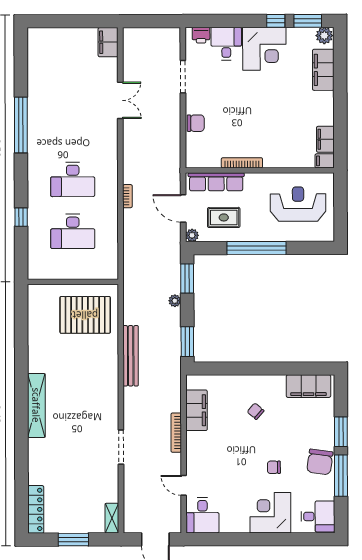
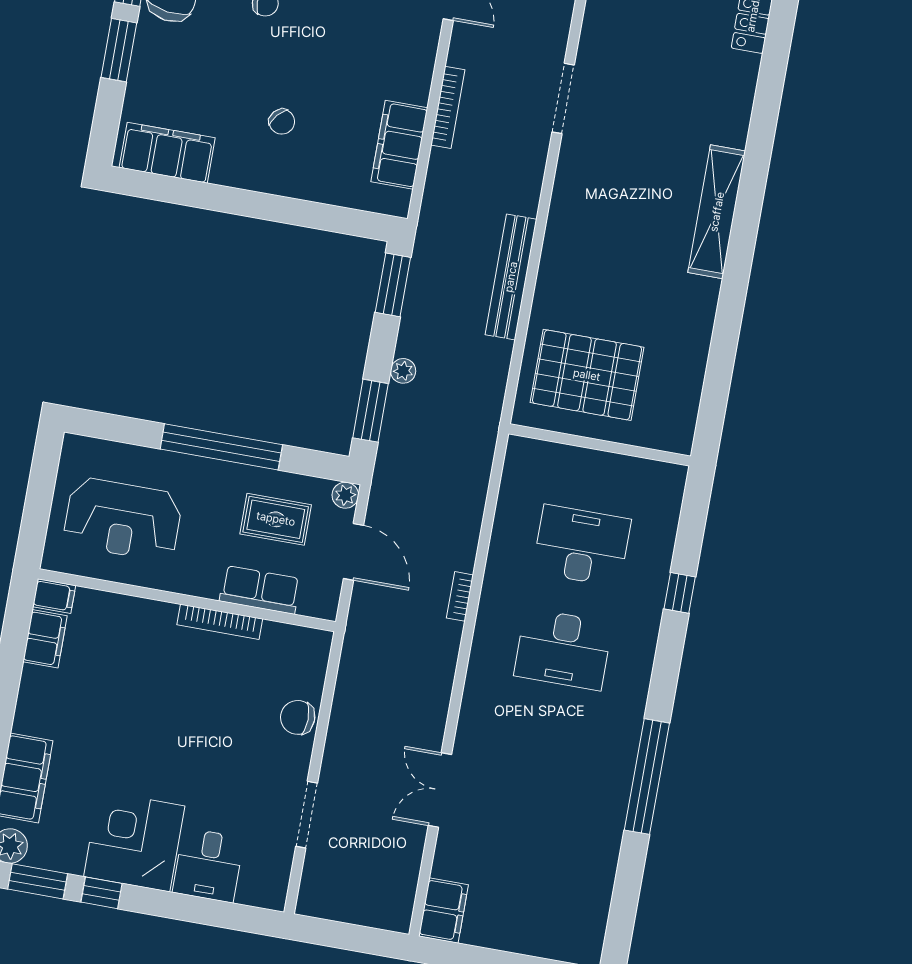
printer: (201, 35) -> (256, 891), removed
desk: (73, 179) -> (563, 649), turned 180
row of seats: (216, 182) -> (260, 590), width x0.68

